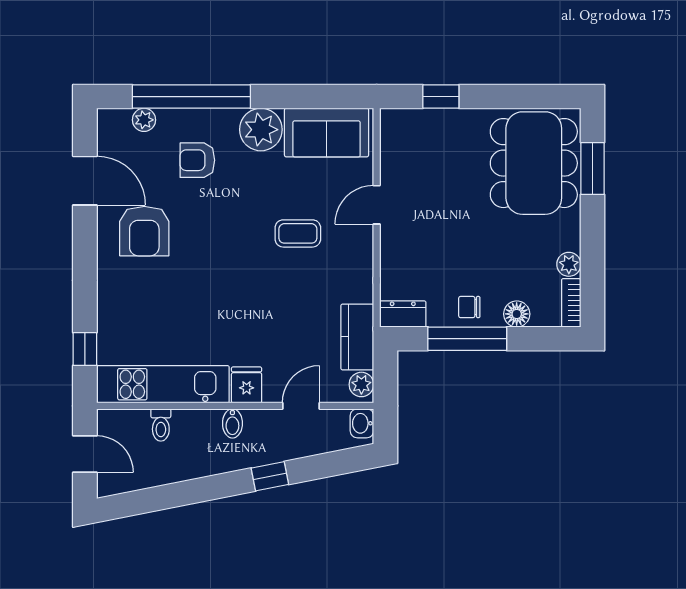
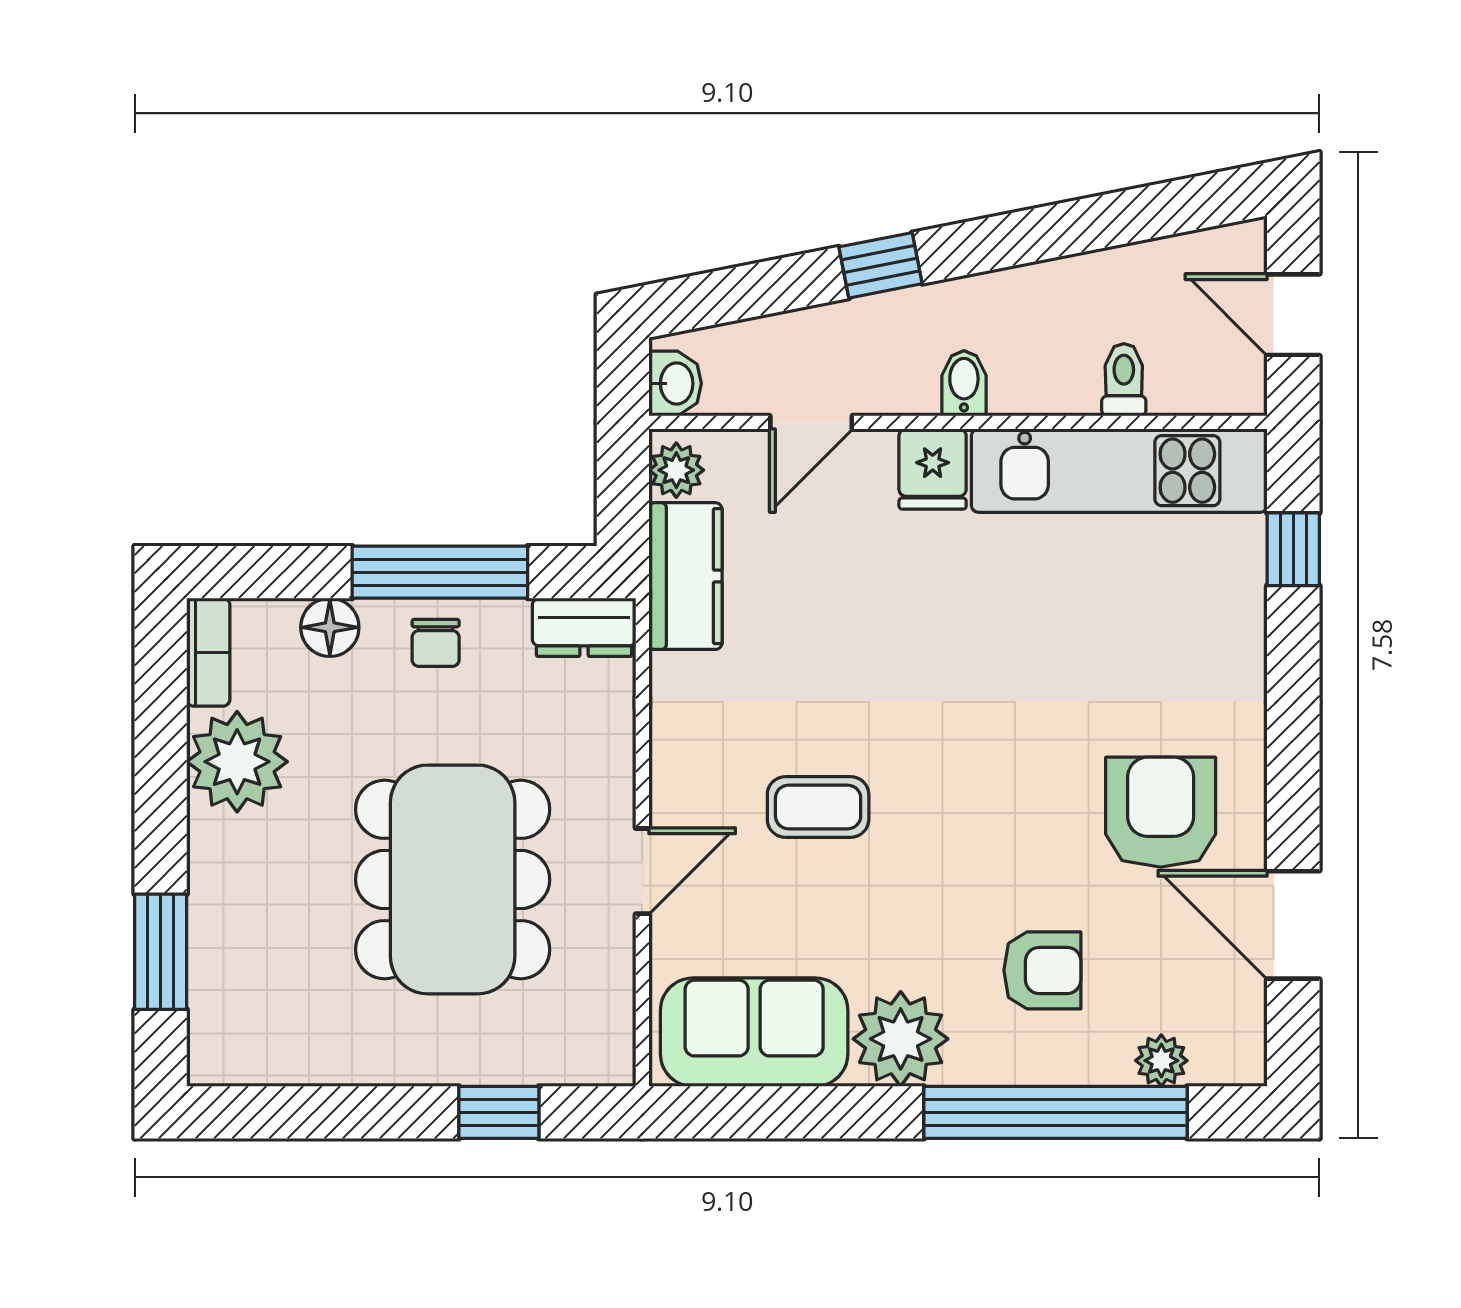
dining table: (534, 163) -> (453, 879), moved
plant: (569, 264) -> (237, 762), width x1.88, depth x1.88
chair: (469, 307) -> (436, 643), turned 90

